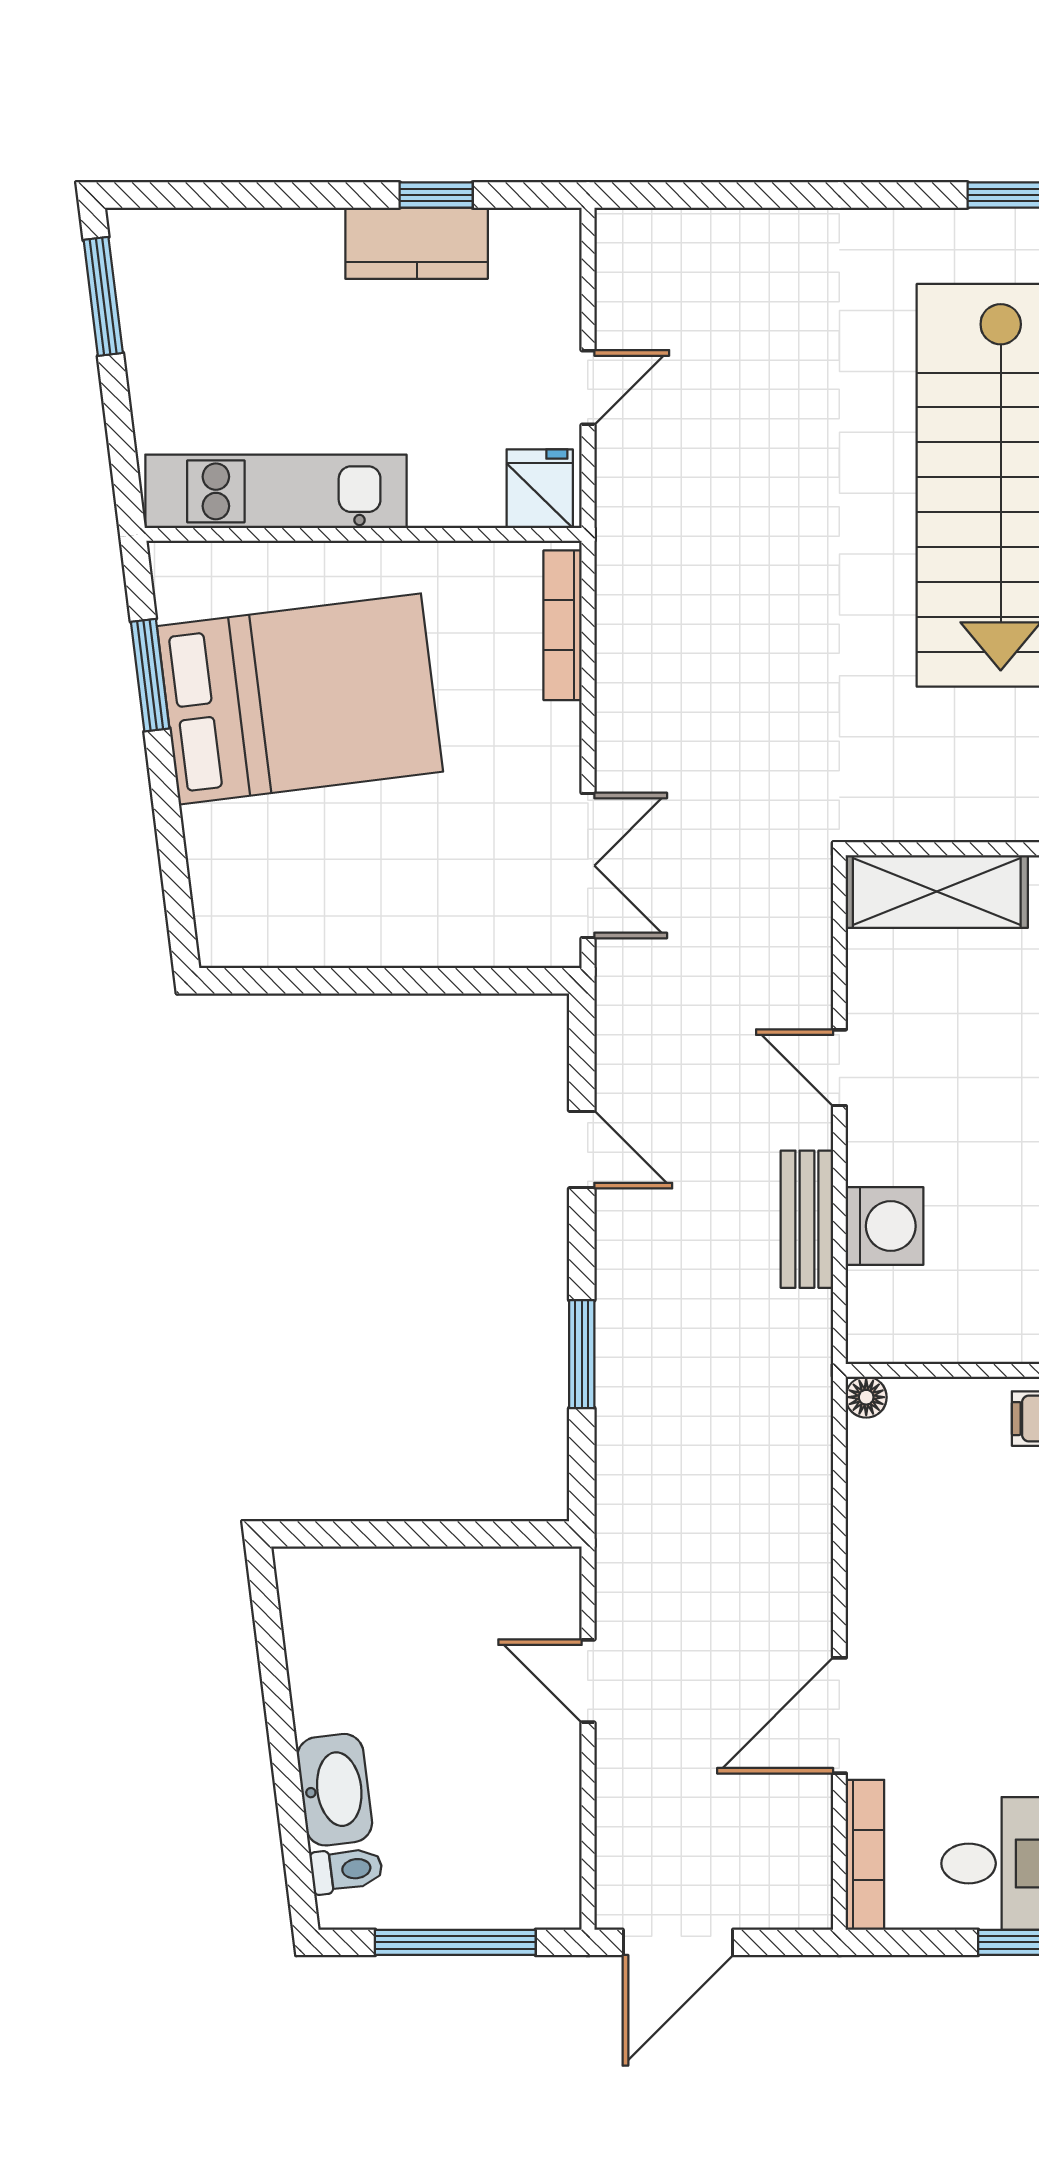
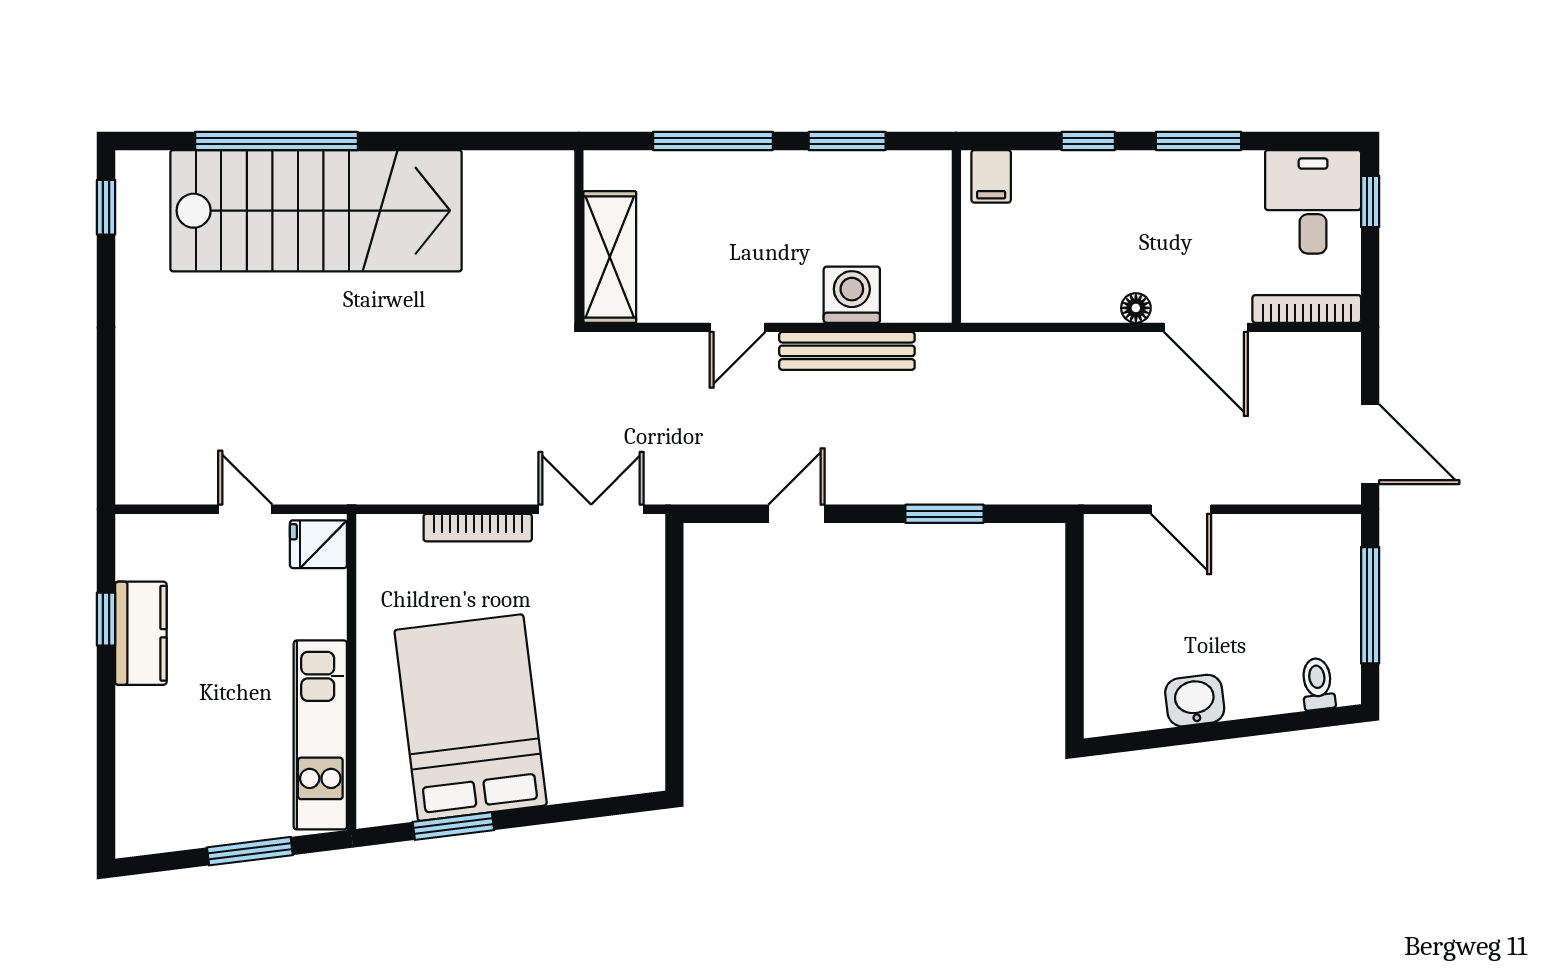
window: (103, 296) -> (250, 851), moved
bookcase: (563, 625) -> (478, 528), moved
bench: (807, 1219) -> (847, 351), width x1.36
floor lamp: (866, 1397) -> (1136, 308), moved
door: (588, 1681) -> (1181, 509), hinge flipped
washbasin: (335, 1790) -> (1195, 701), moved, width x0.72

